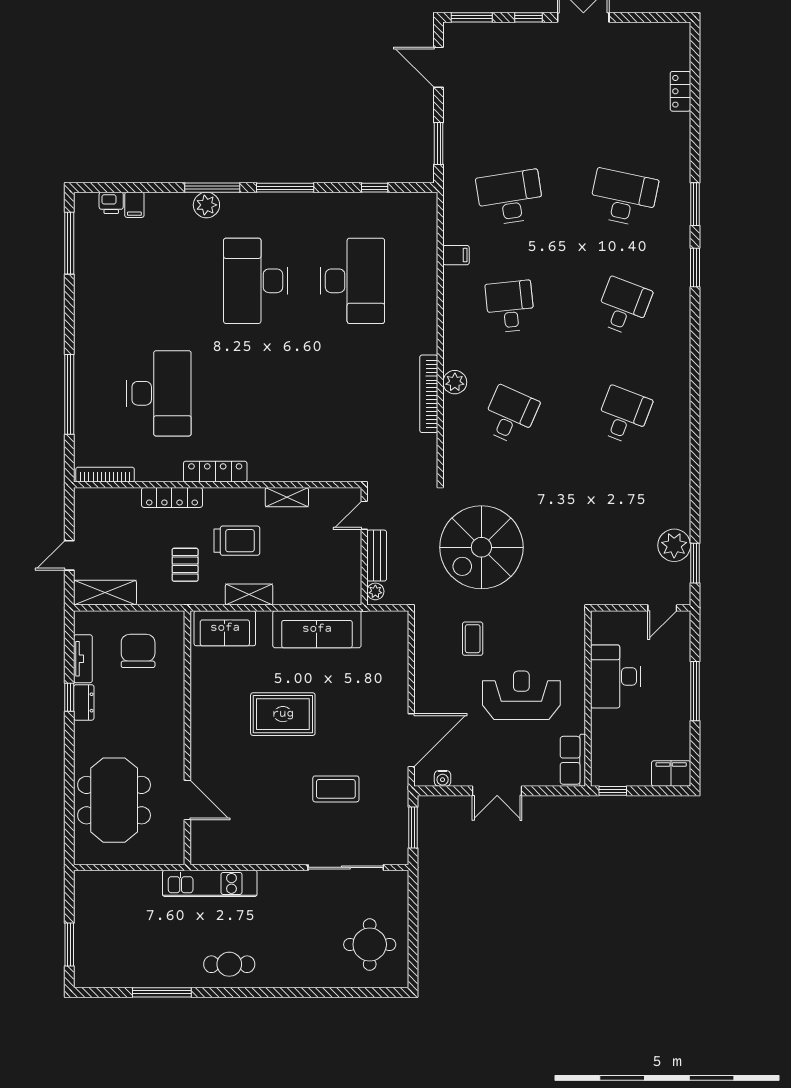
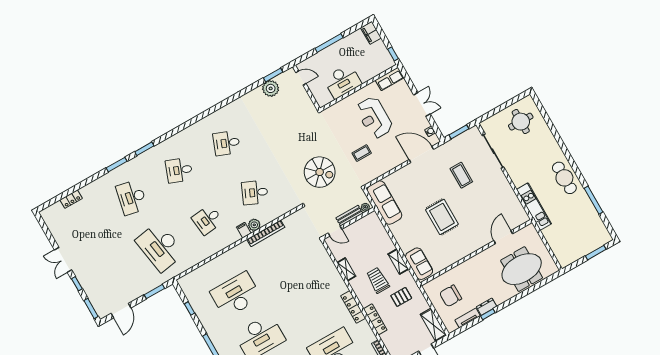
desk: (510, 198) -> (160, 247), width x1.36, depth x1.30
filing cabinet: (456, 255) -> (244, 230), moved
spiral stairs: (481, 547) -> (320, 172), width x0.73, depth x0.73
sofa: (317, 629) -> (385, 203), moved
cafe table: (229, 964) -> (564, 178), width x1.37, depth x1.35

